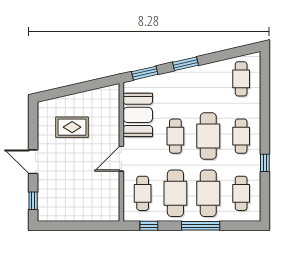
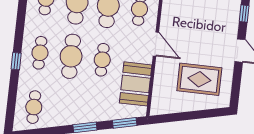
rug: (72, 127) -> (199, 79), width x1.36, depth x1.43
door: (121, 159) -> (156, 44), hinge flipped
window: (265, 163) -> (16, 61), moved

